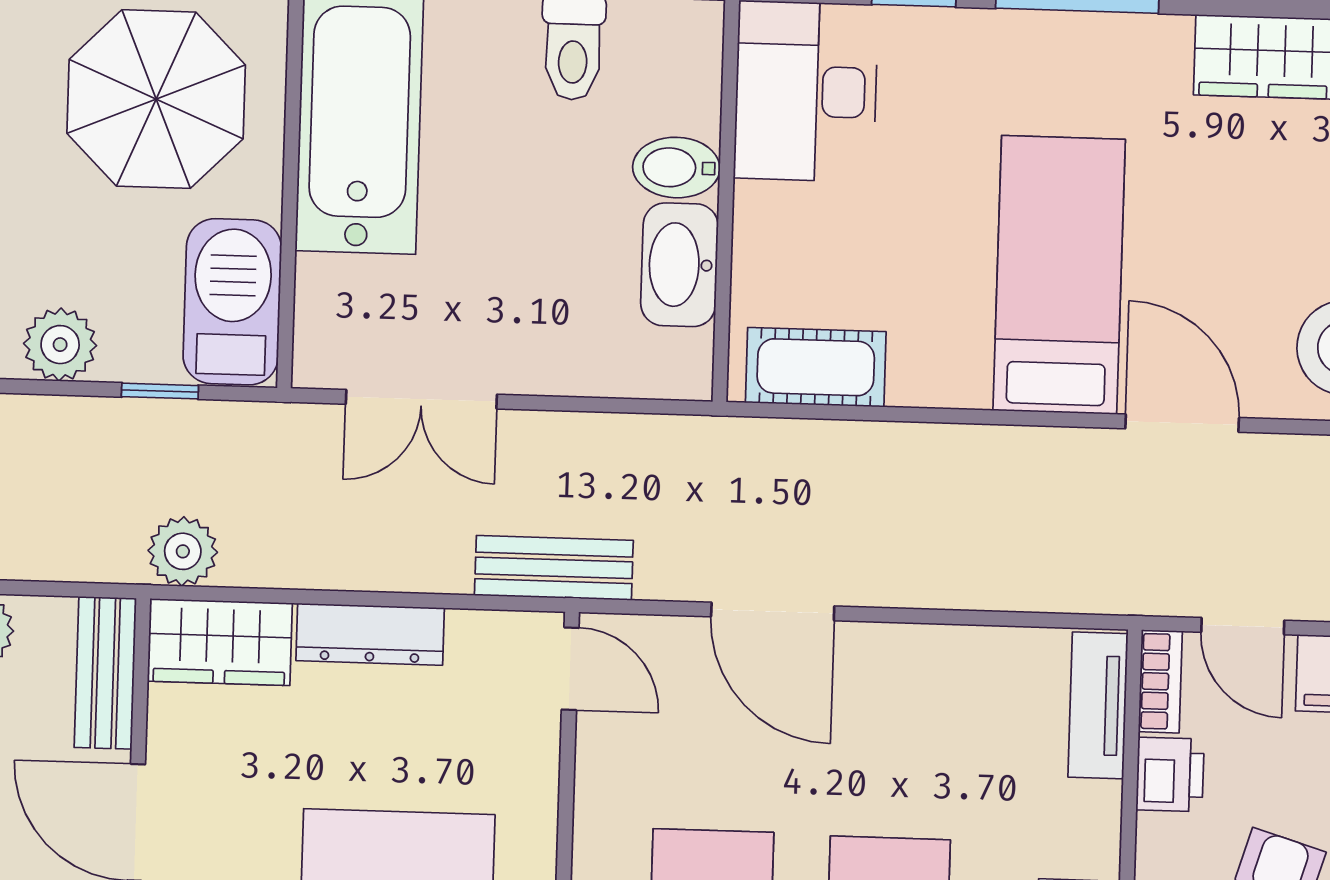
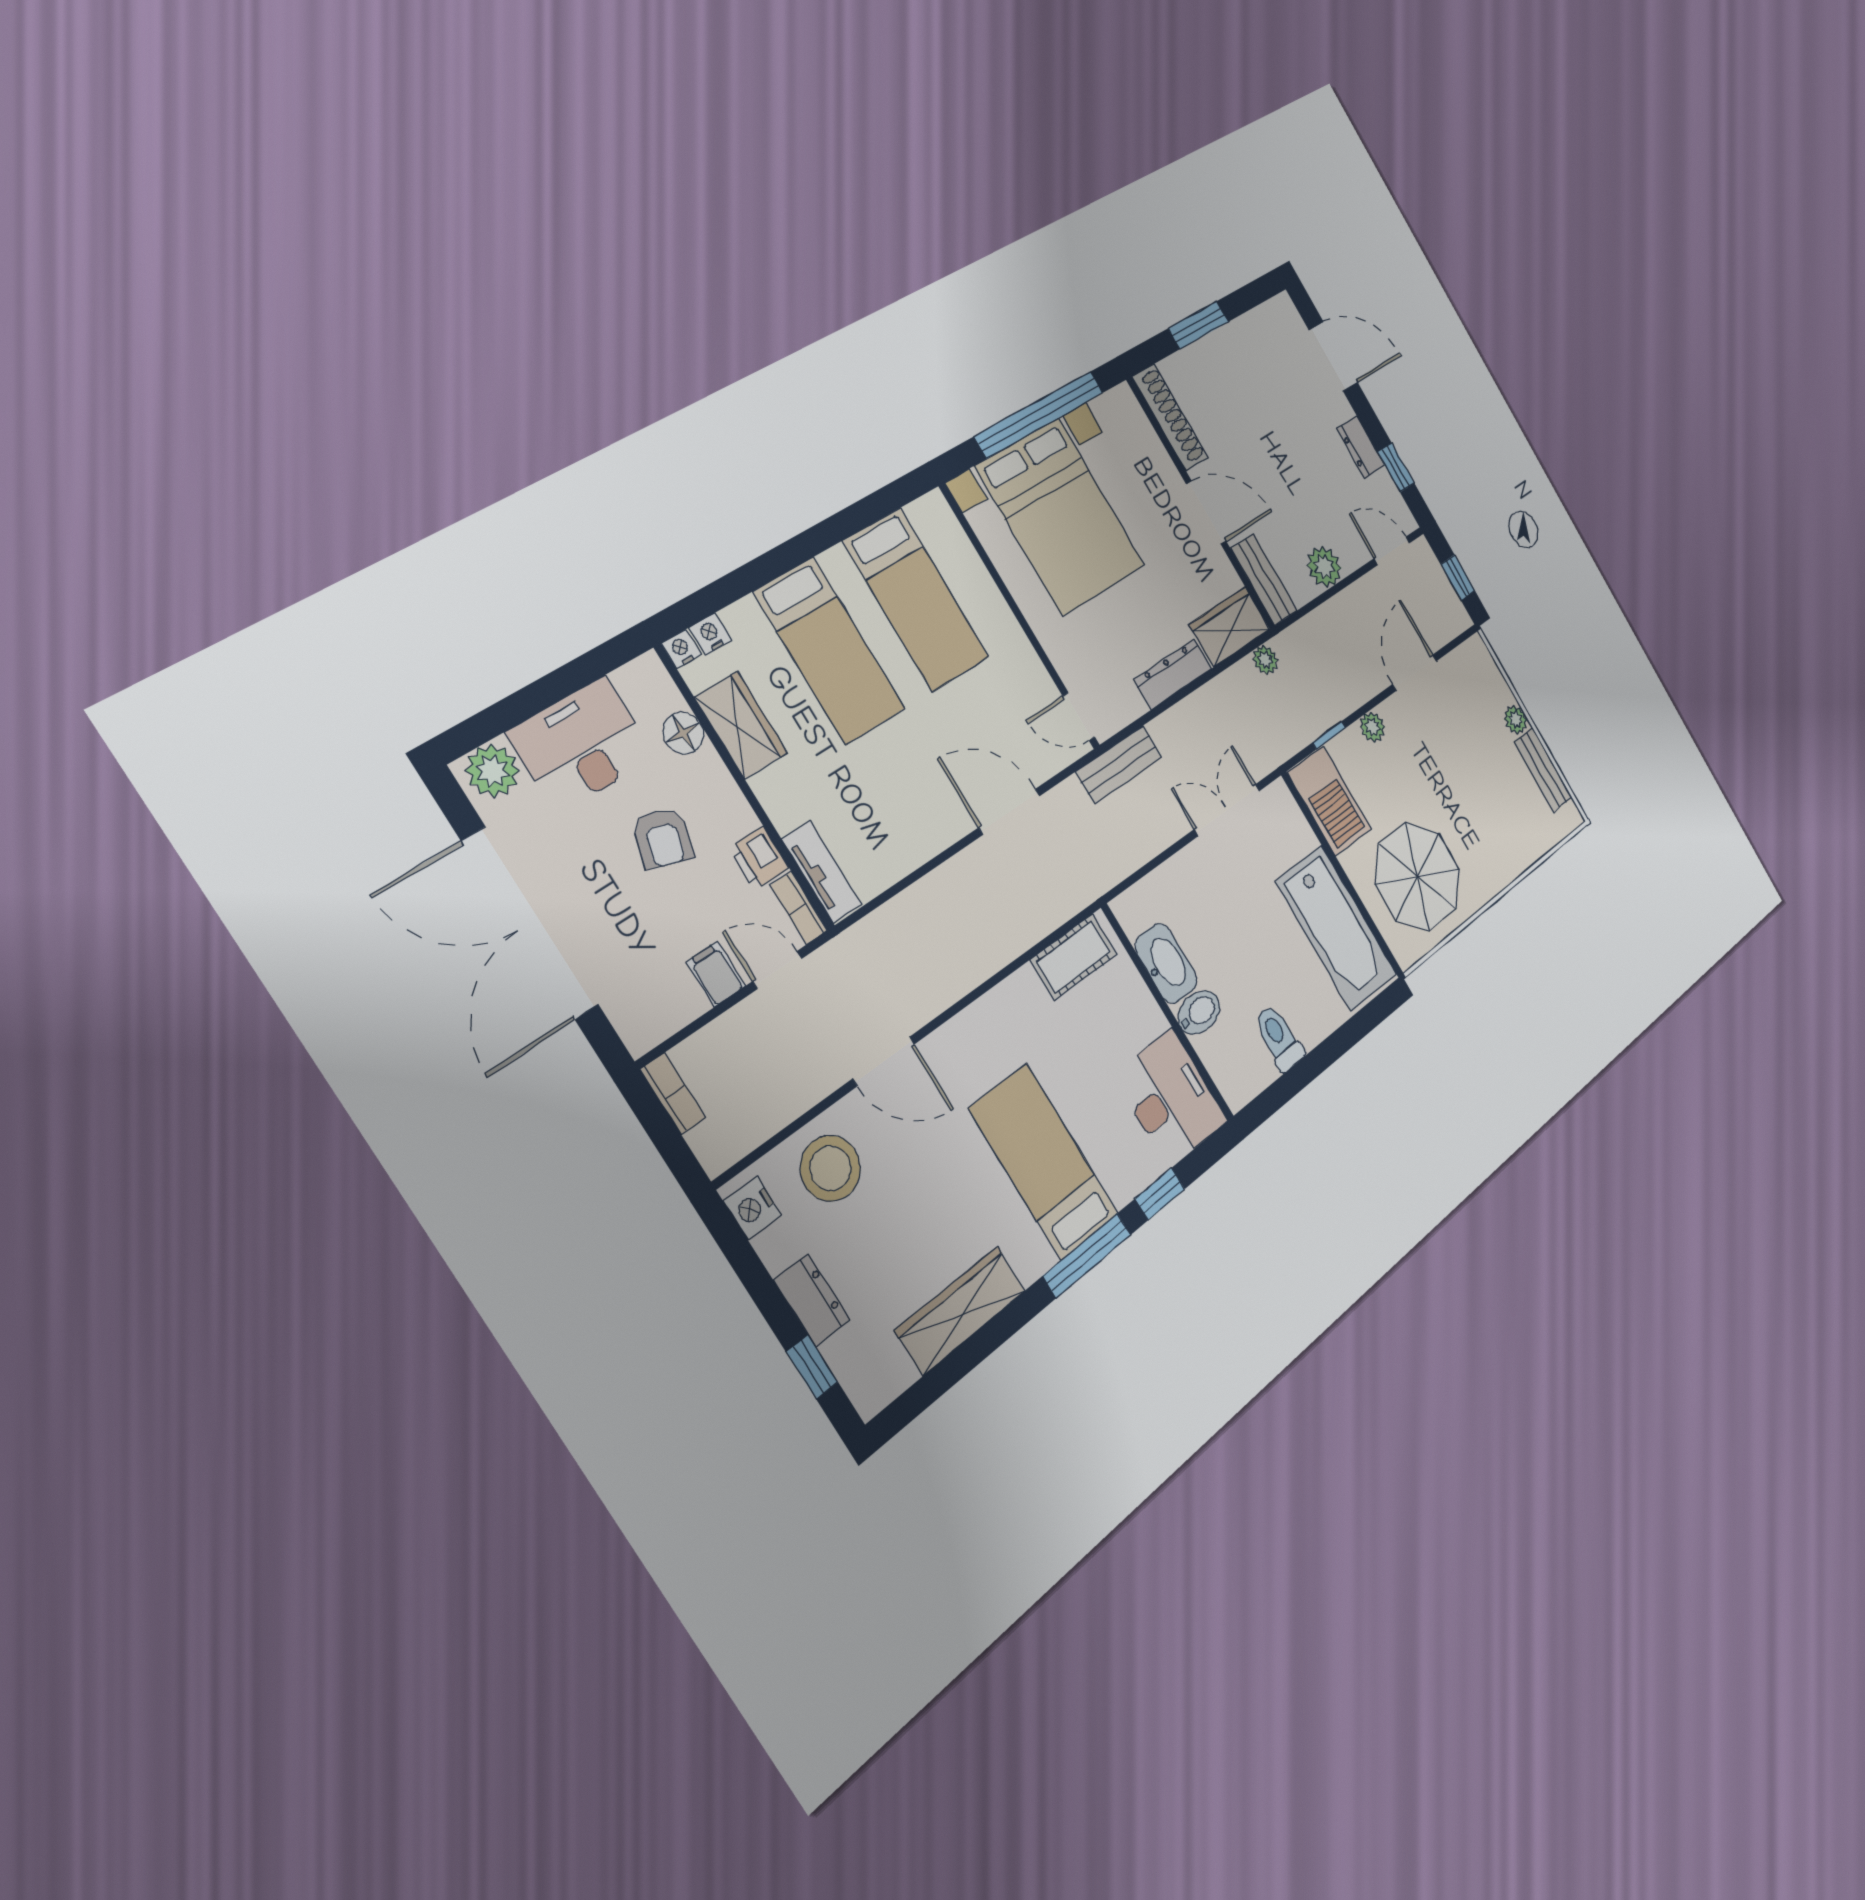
bed: (1059, 275) -> (1044, 1161), moved, turned 180
plant: (60, 345) -> (1373, 727), width x0.73, depth x0.73
plant: (183, 551) -> (1265, 660), width x0.73, depth x0.73

